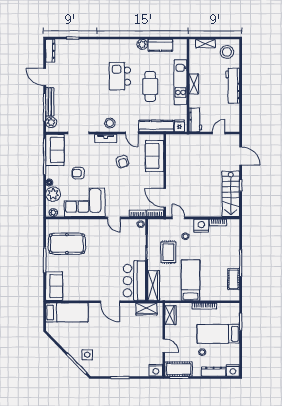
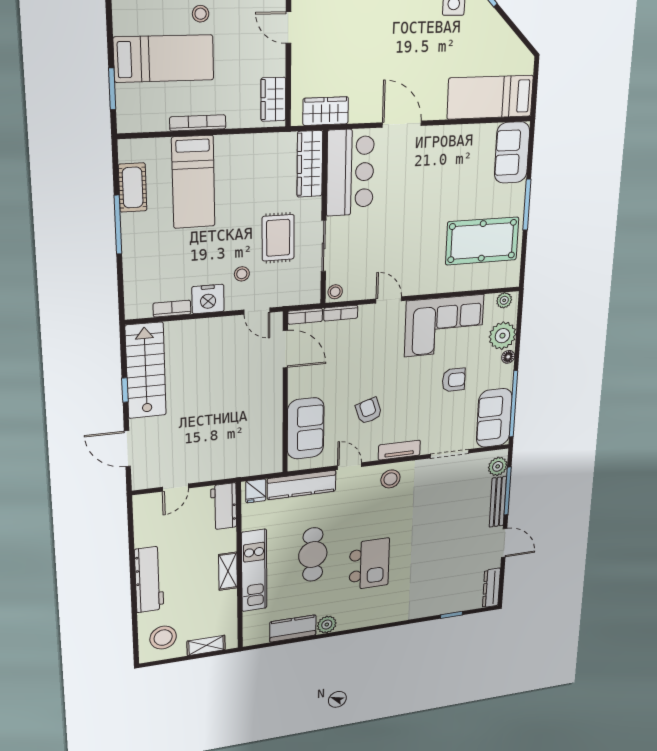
bed: (191, 280) -> (193, 182), moved

